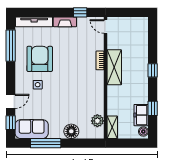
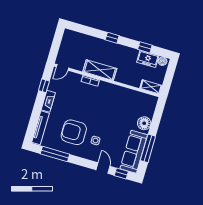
plant: (97, 121) -> (142, 98), removed
sofa: (32, 129) -> (134, 152), width x1.36

